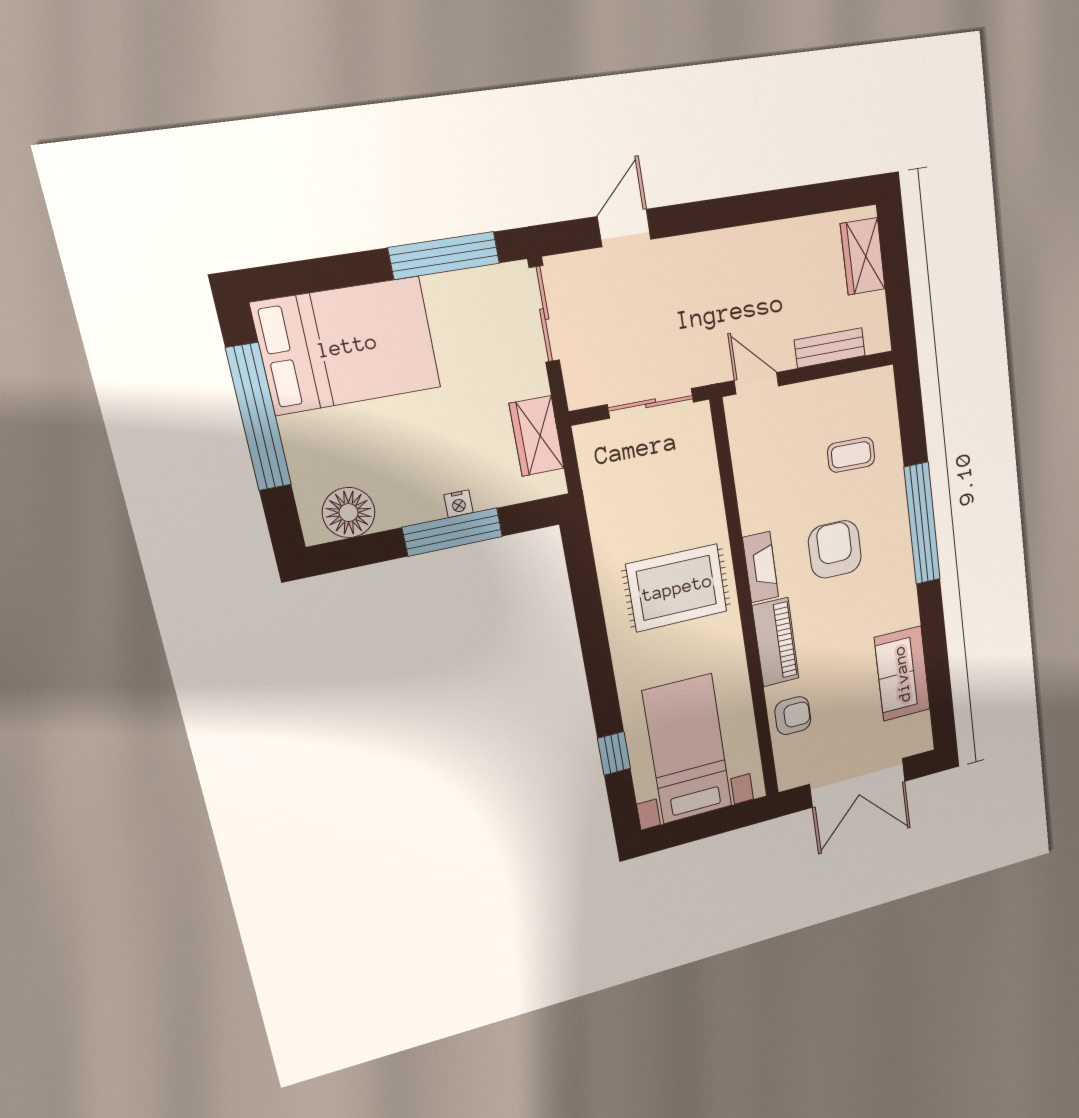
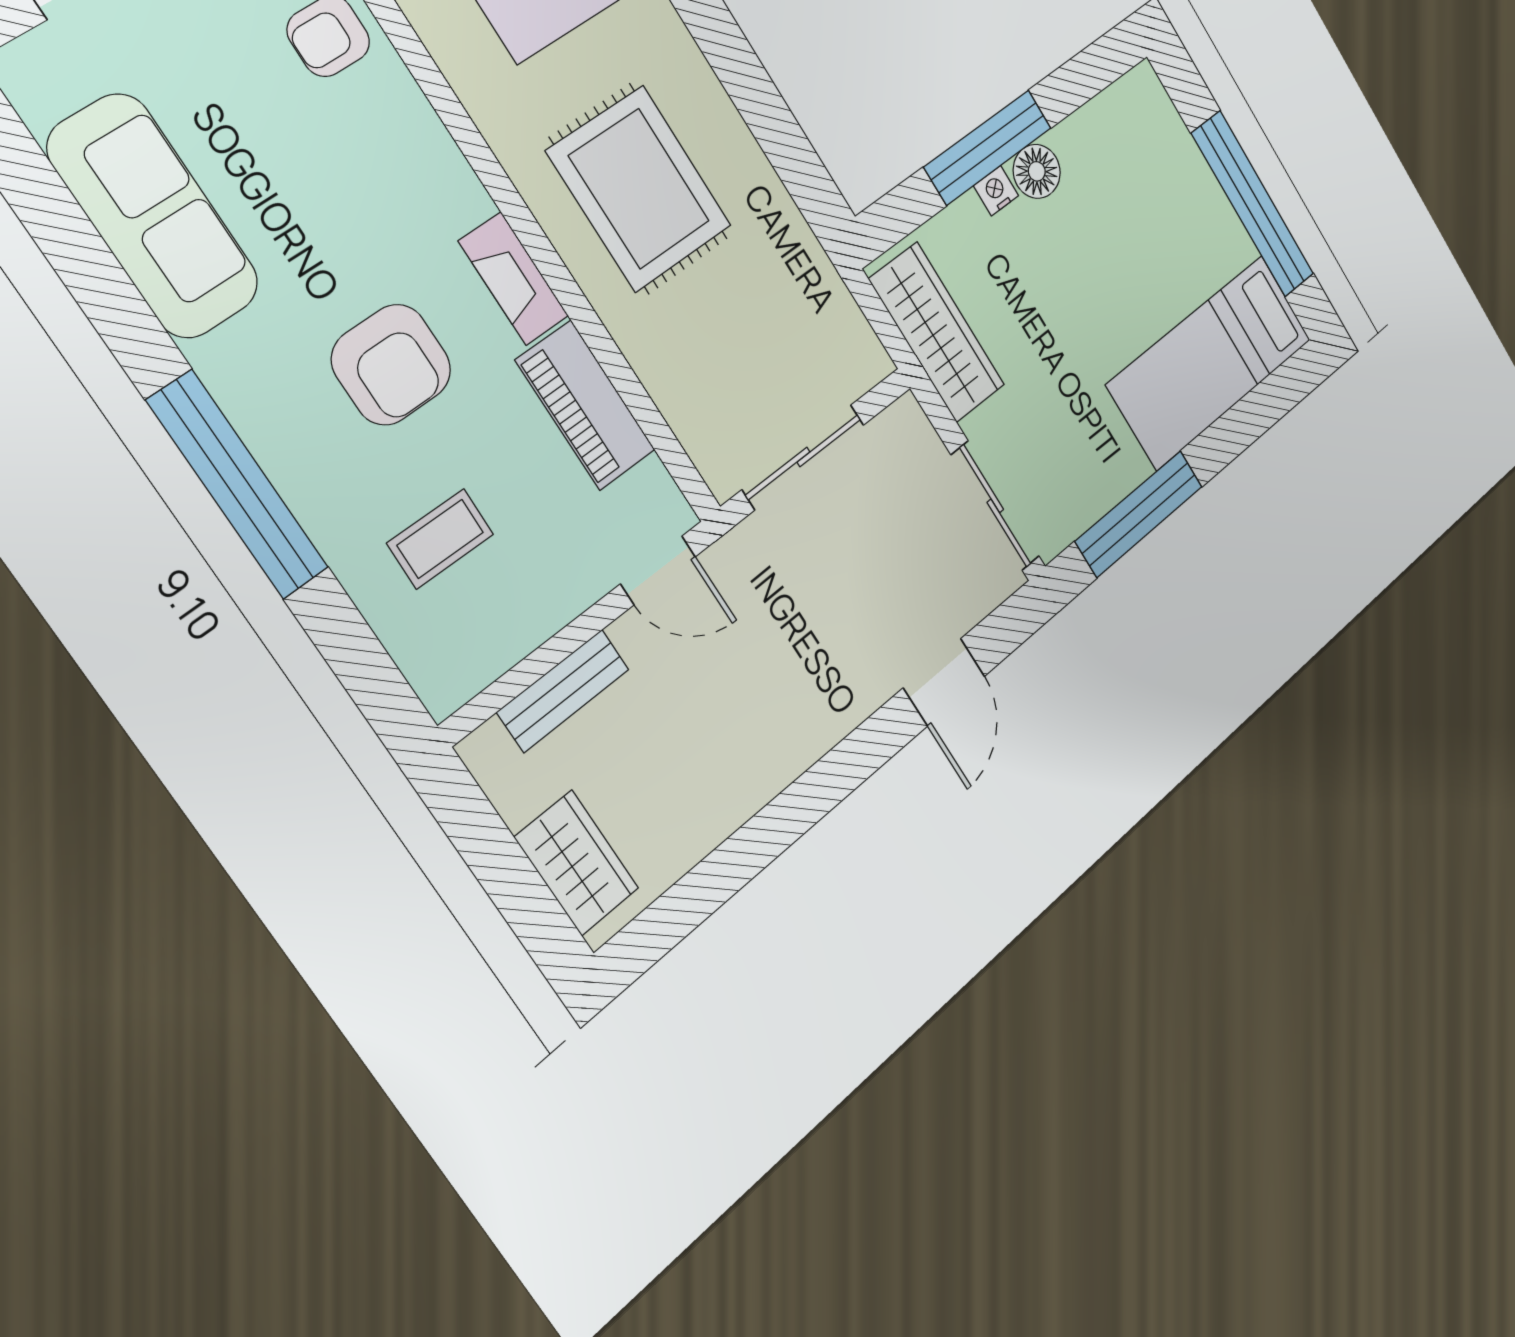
bed: (347, 346) -> (1210, 362), width x0.67
wardrobe: (537, 436) -> (937, 332), width x1.50
floor lamp: (349, 513) -> (1037, 171), moved, width x0.73, depth x0.73
rug: (677, 588) -> (639, 189), turned 90
piano: (776, 642) -> (586, 405), moved
sofa: (902, 674) -> (154, 216), width x1.36

